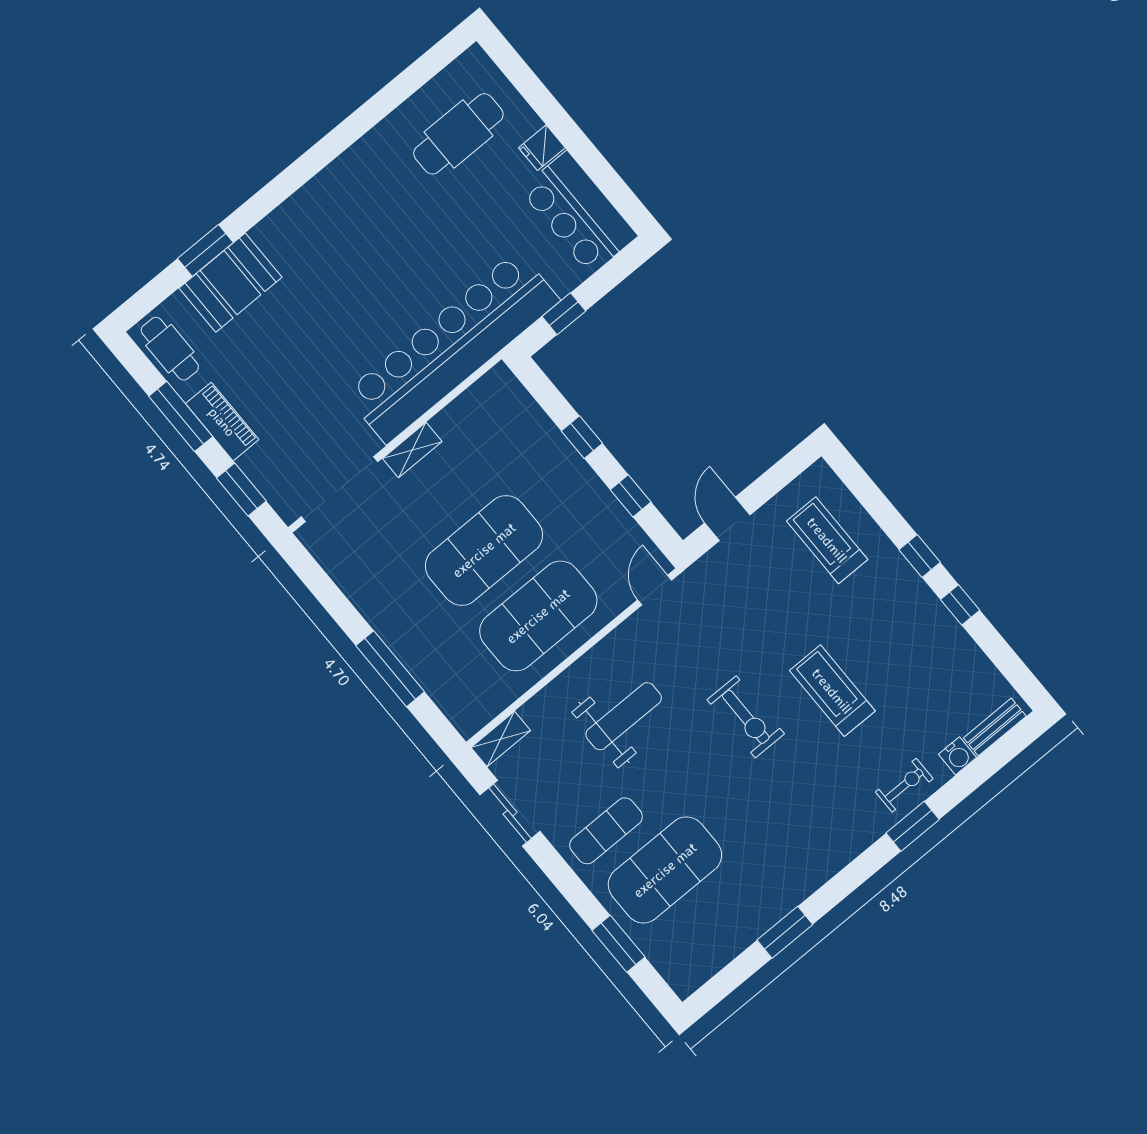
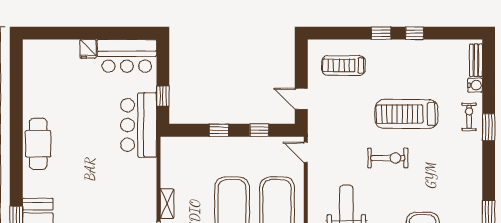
cafe table: (458, 134) -> (38, 144), moved
bar counter: (452, 347) -> (139, 125), width x0.54
treadmill: (832, 691) -> (406, 114), width x1.37, depth x1.38

